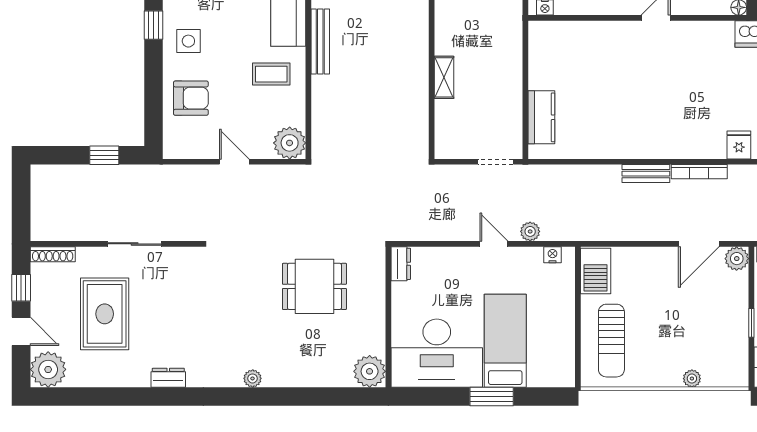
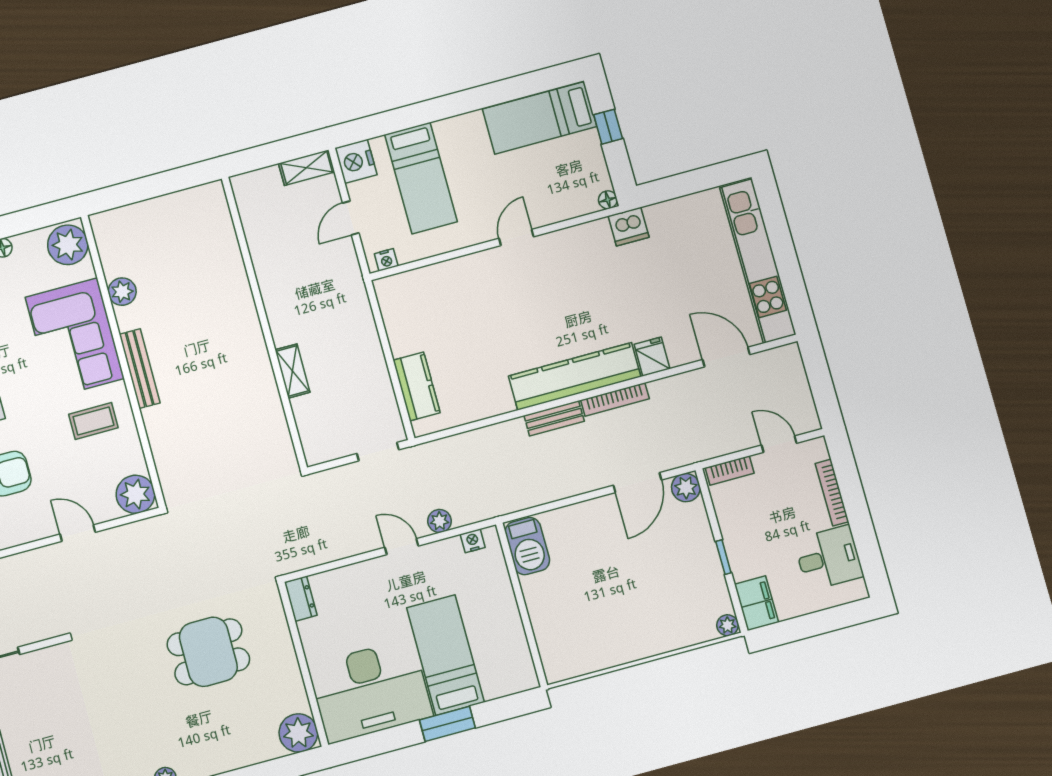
kitchen counter: (672, 144) -> (575, 376), added
sun lounger: (611, 341) -> (568, 621), removed
plant: (692, 379) -> (728, 625), moved

